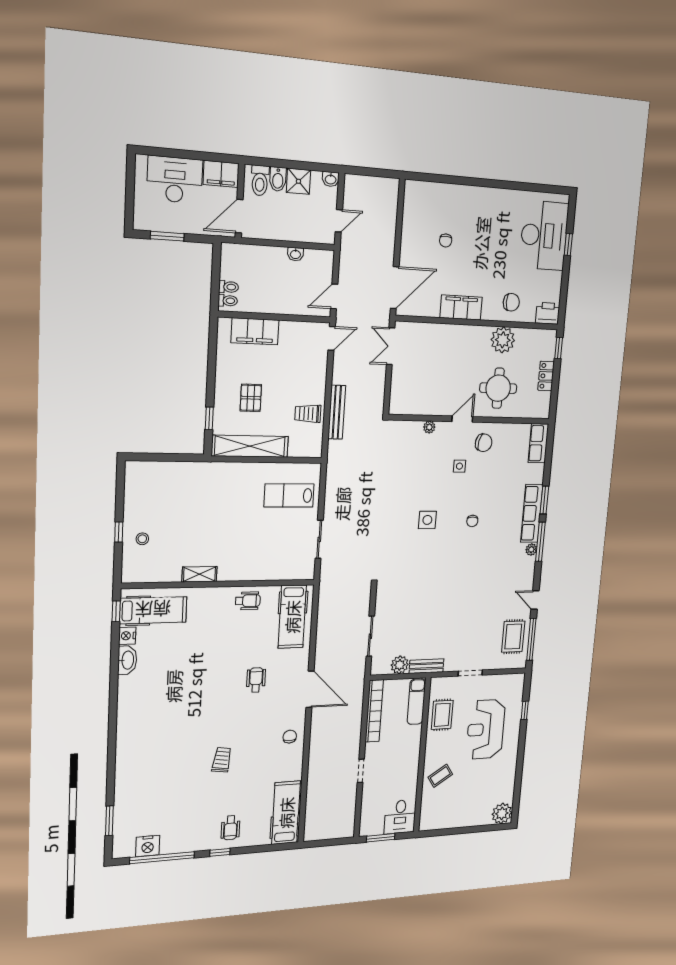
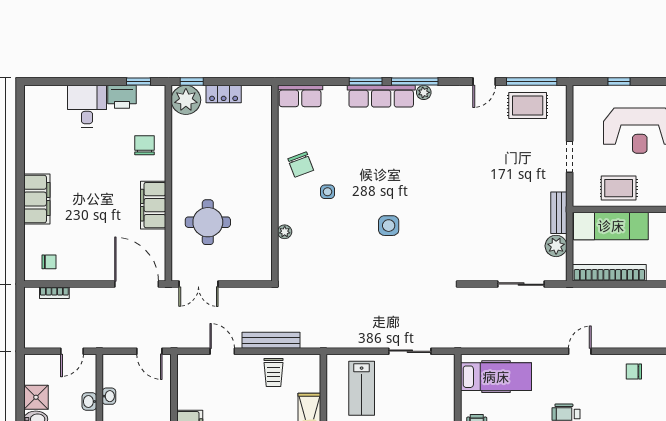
washbasin: (331, 179) -> (89, 402), moved, turned 180
filing cabinet: (475, 198) -> (37, 199), added
bookcase: (392, 208) -> (54, 293), added
door: (339, 221) -> (72, 351), swing flipped
desk: (544, 235) -> (87, 106), width x0.53, depth x0.77
chair: (446, 240) -> (49, 262), moved
window: (568, 245) -> (138, 82), moved
printer: (548, 313) -> (122, 97), moved, turned -90
door: (332, 338) -> (222, 351), moved
plant: (503, 340) -> (186, 100), moved
round table: (498, 388) -> (208, 222), moved
door: (462, 419) -> (275, 193), removed
chair: (484, 443) -> (301, 165), turned 146
chair: (472, 521) -> (390, 170), removed
door: (310, 689) -> (580, 351), width x0.53
exam couch: (416, 702) -> (611, 226), width x1.36, depth x1.45

